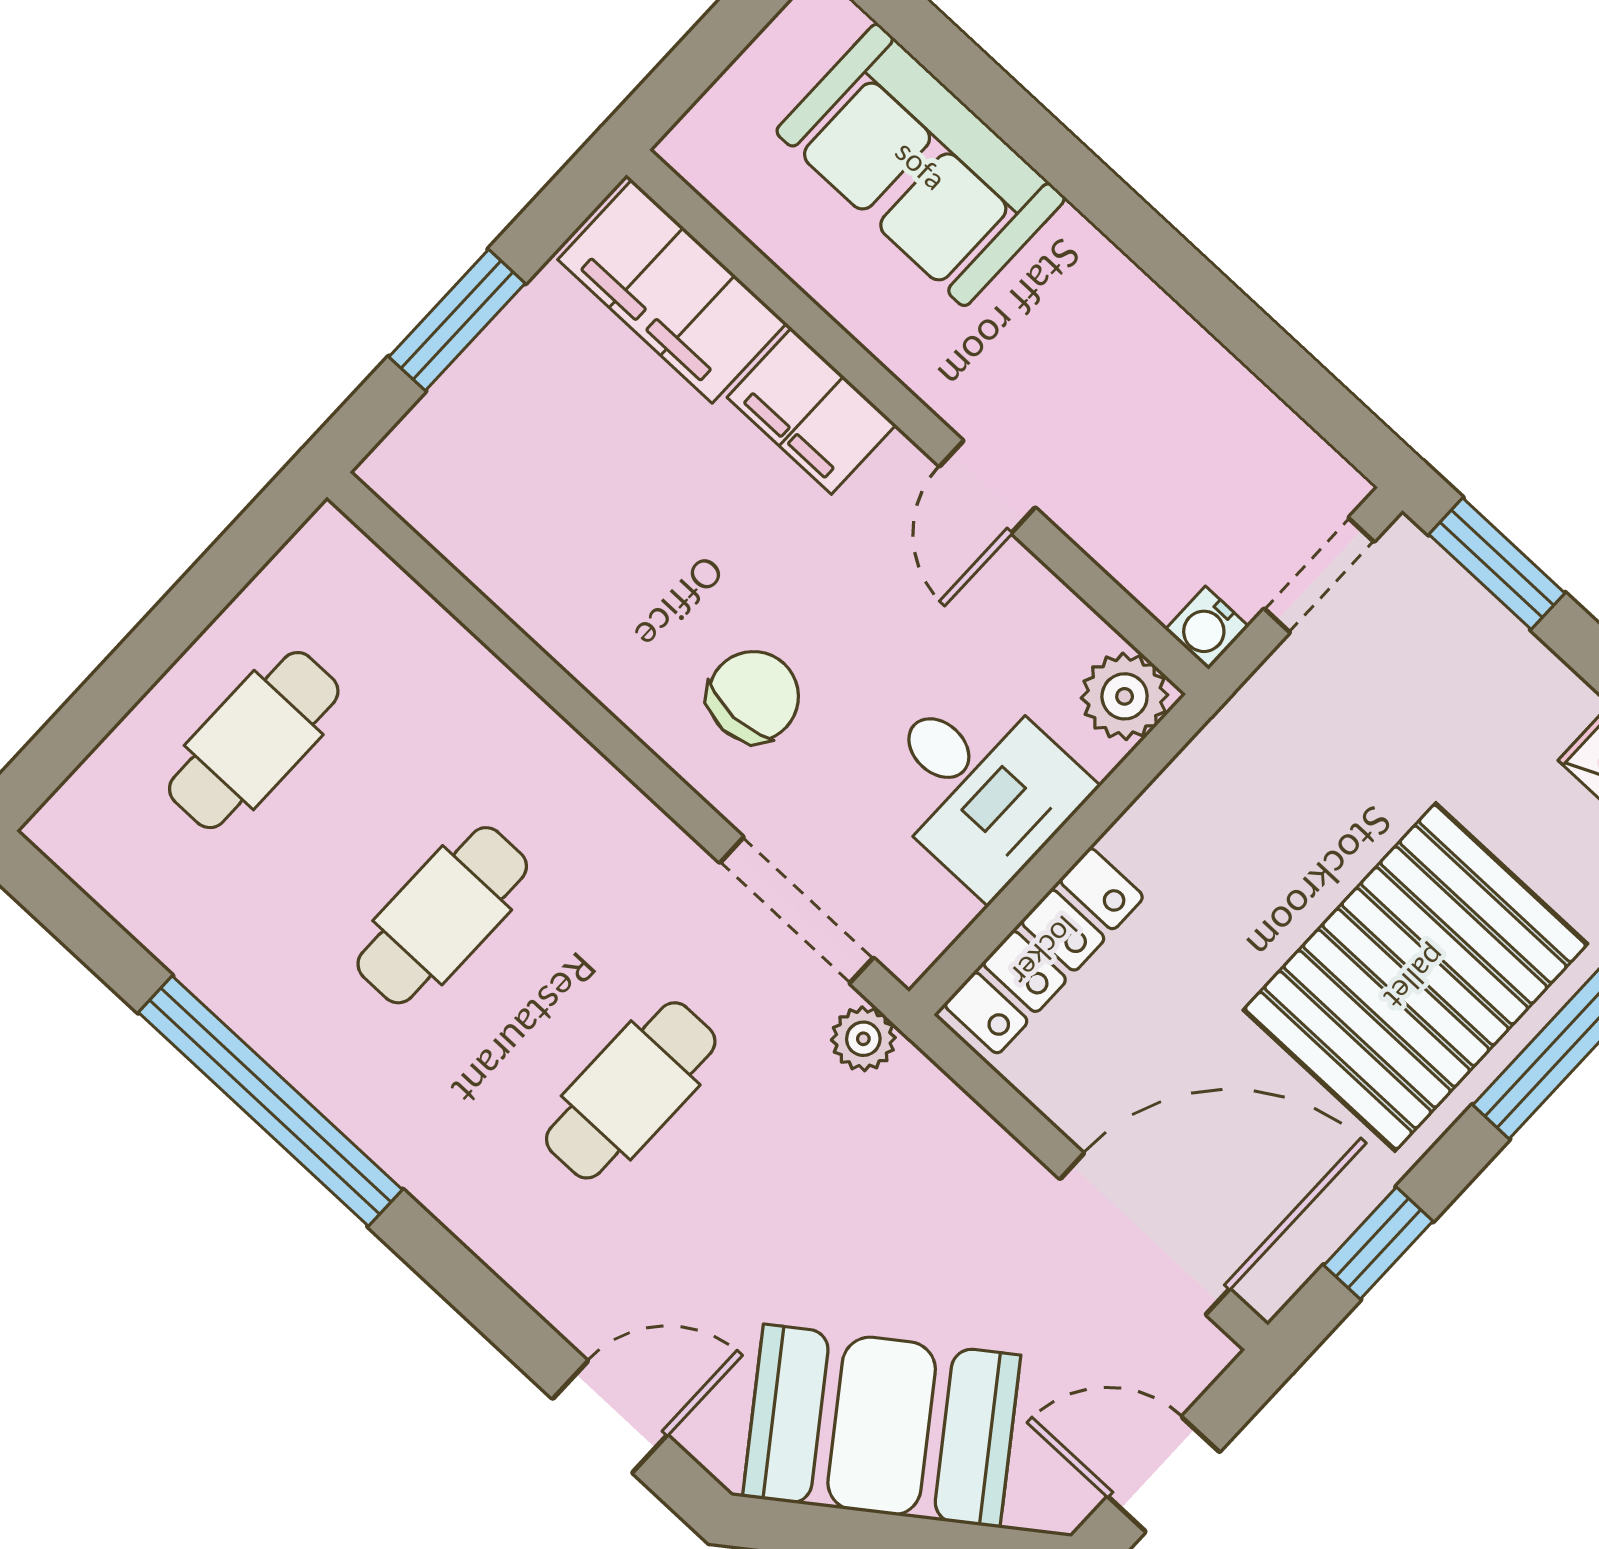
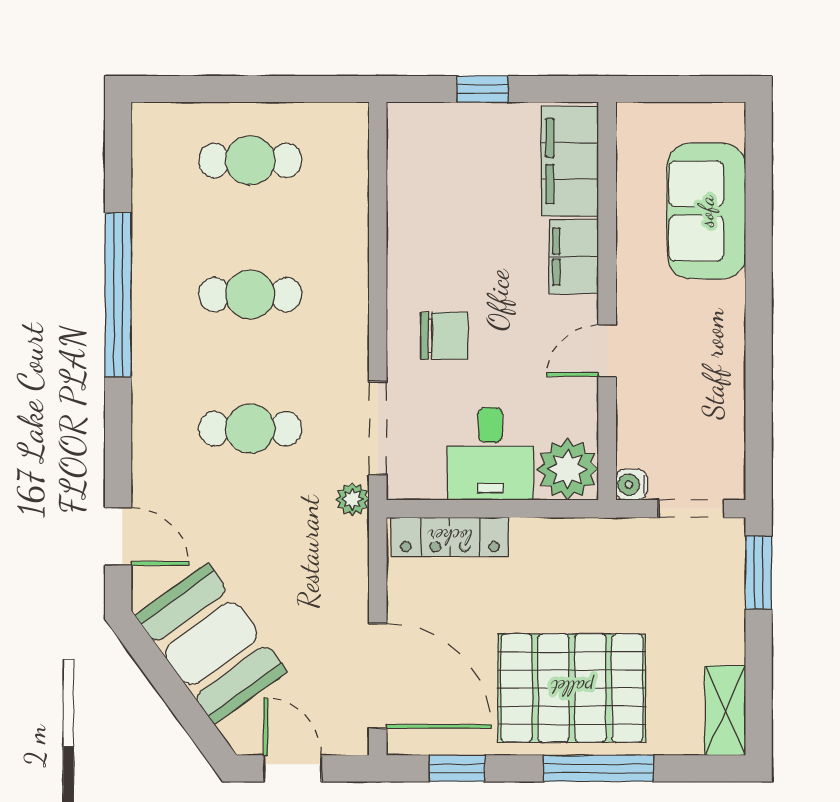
window: (457, 320) -> (483, 89), width x0.67
plant: (1125, 696) -> (568, 469), width x1.36, depth x1.36

